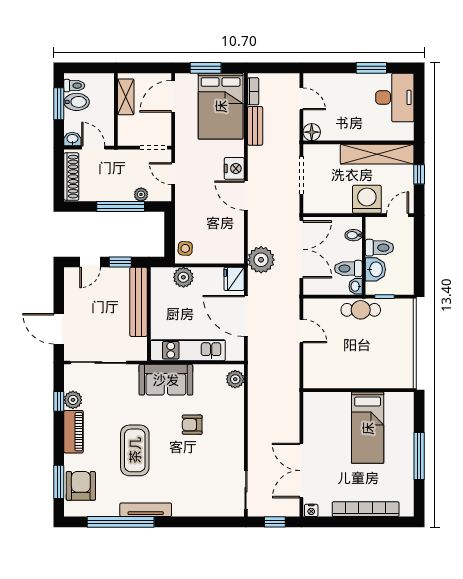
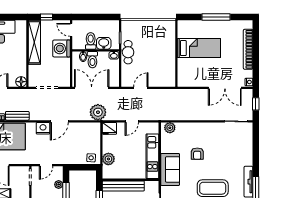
toilet: (348, 269) -> (92, 60), moved
door: (246, 316) -> (132, 121), width x0.53

